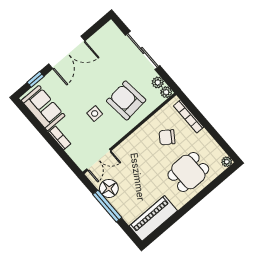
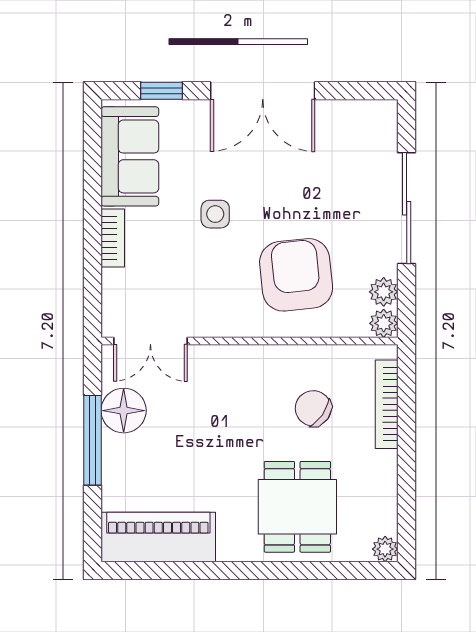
side table: (95, 113) -> (215, 214), moved
dining table: (188, 172) -> (297, 507), turned 90

